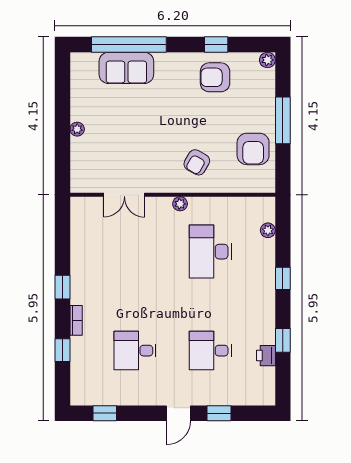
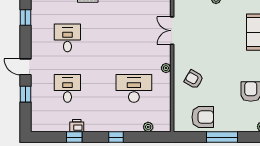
armchair: (253, 149) -> (203, 117), turned 180
printer: (266, 356) -> (77, 126), moved

